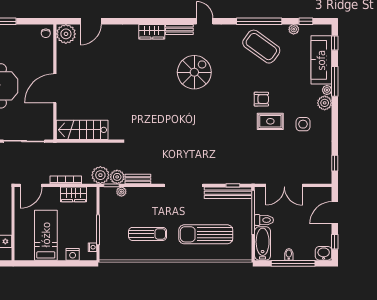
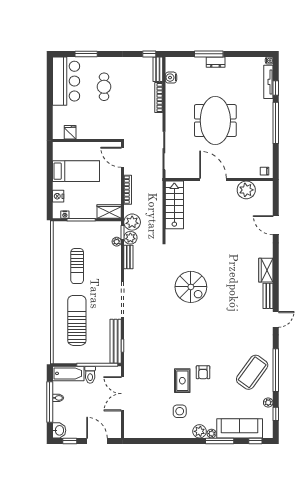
door: (91, 21) -> (276, 225), moved
plant: (66, 34) -> (246, 190), moved
spiral stairs: (194, 72) -> (191, 287), moved
window: (335, 163) -> (143, 441), removed
wardrobe: (73, 194) -> (109, 211), moved, turned 90

